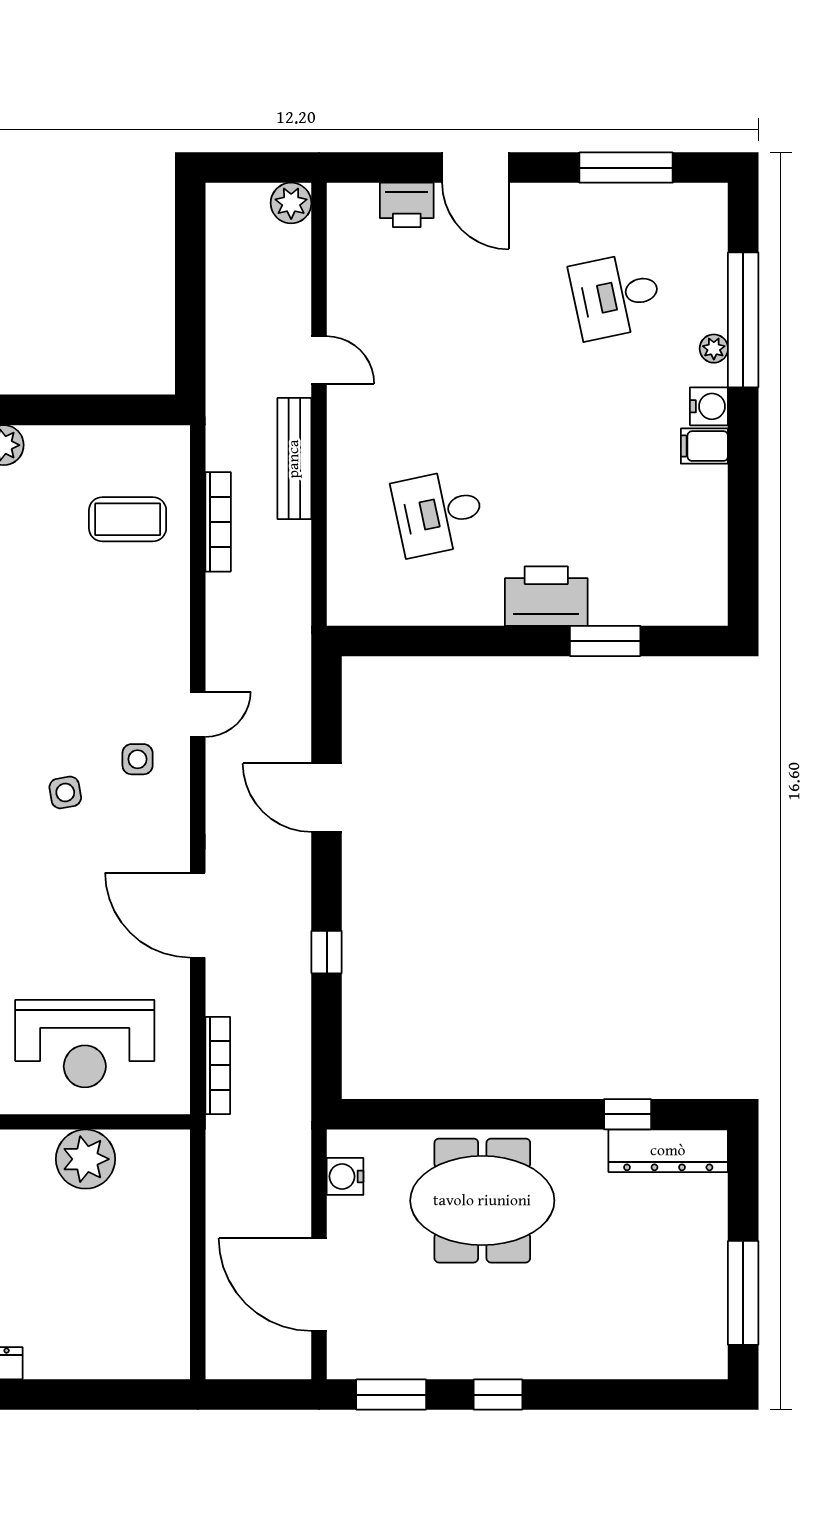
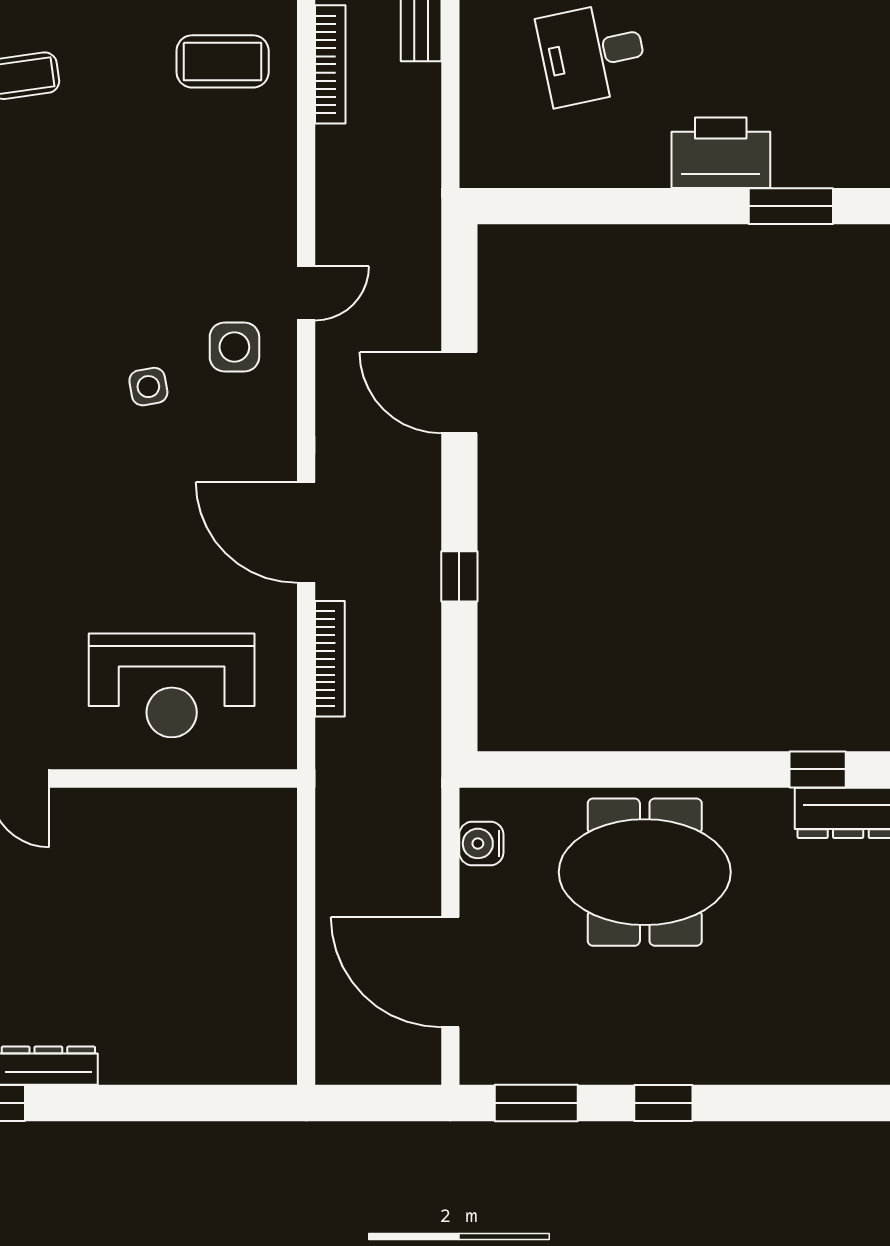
side table: (138, 759) -> (234, 347), width x1.37, depth x1.37
bookcase: (218, 1065) -> (330, 659), moved
plant: (85, 1159) -> (172, 823), removed

